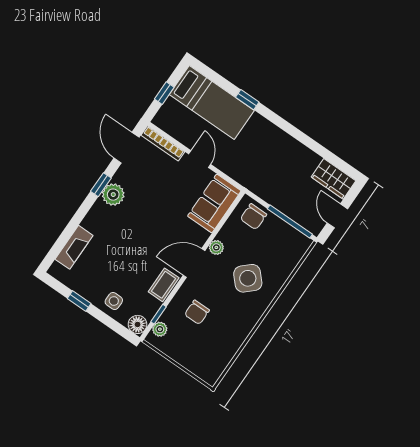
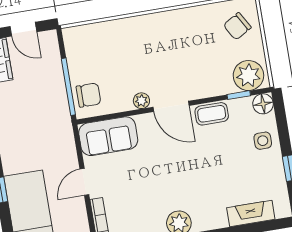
door: (337, 216) -> (23, 29), hinge flipped
window: (290, 222) -> (68, 87), moved
side table: (248, 278) -> (142, 52), removed
chair: (197, 312) -> (237, 26), moved, turned 150
plant: (160, 329) -> (248, 76), width x1.87, depth x1.87

